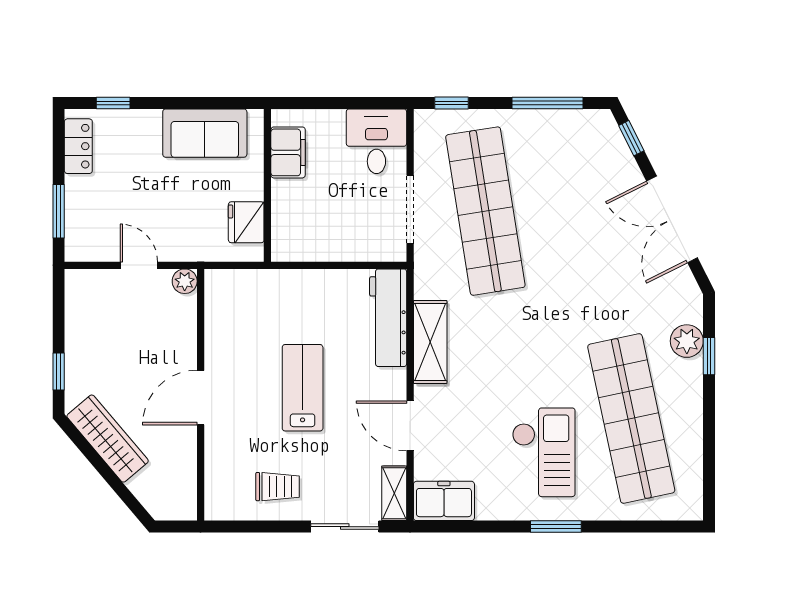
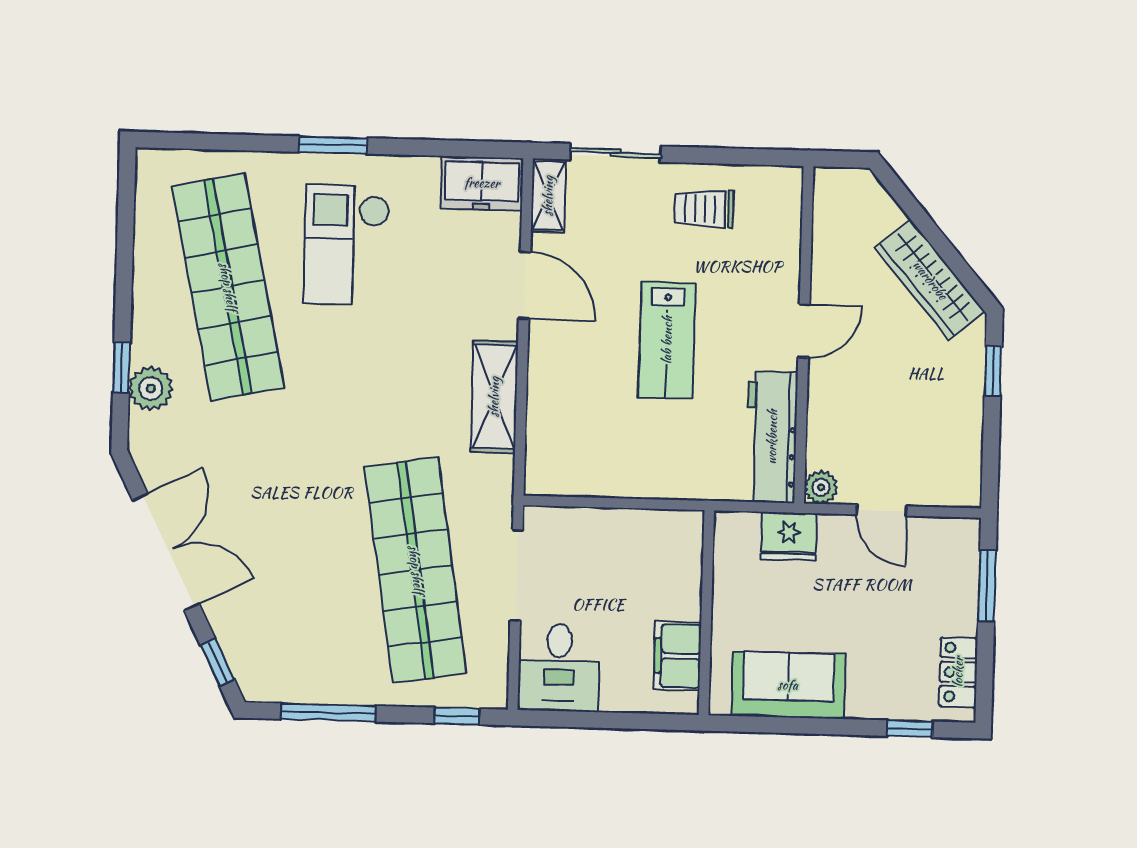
fridge: (246, 222) -> (789, 536), moved, turned 90
workbench: (388, 318) -> (772, 437), moved, turned 180
door: (201, 398) -> (804, 331), width x0.73

